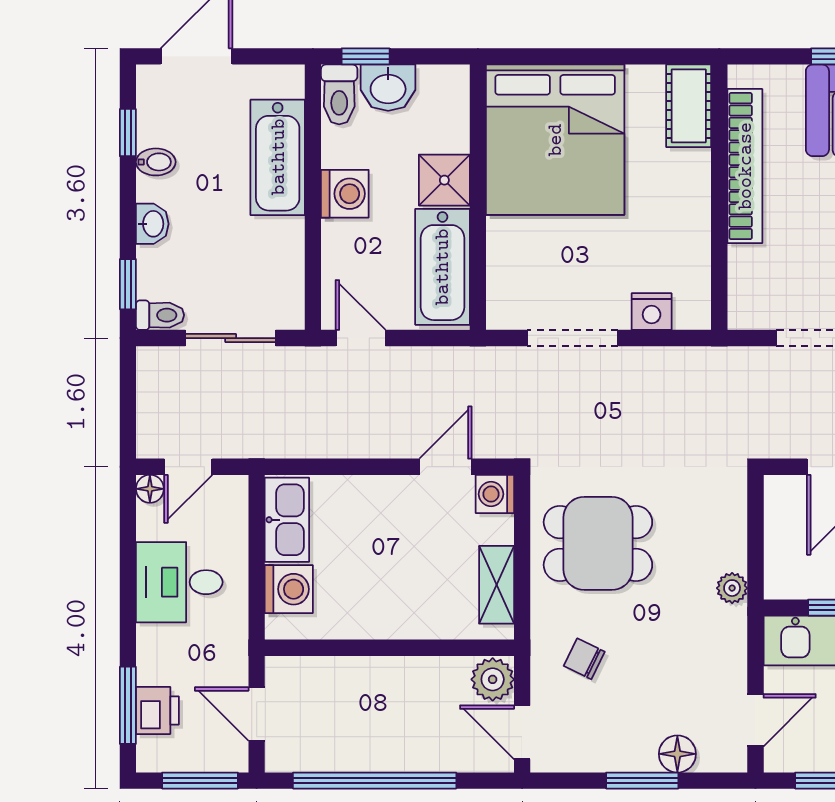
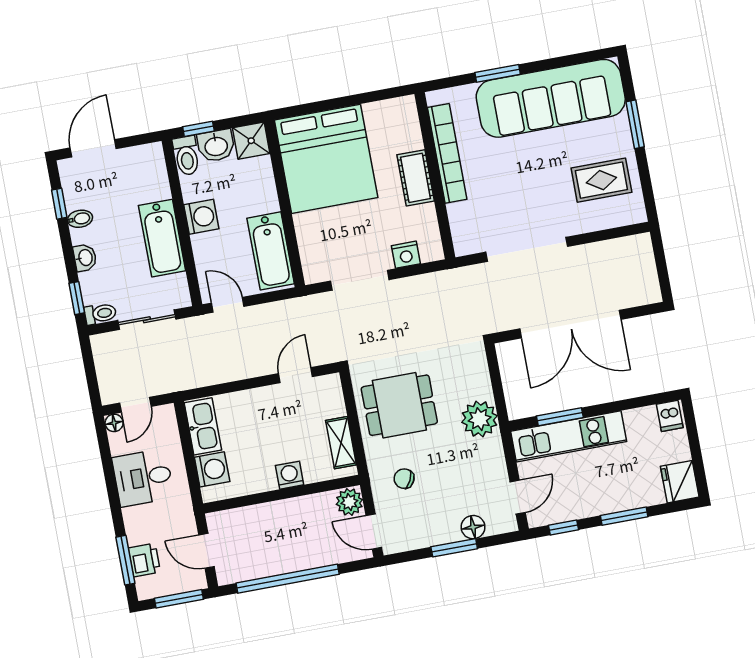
cot: (689, 106) -> (416, 178), moved
bathtub: (278, 157) -> (162, 238), moved
shower: (444, 180) -> (251, 141), moved
washing machine: (495, 494) -> (290, 475), moved, turned 90
plant: (732, 588) -> (480, 419), width x1.87, depth x1.87

